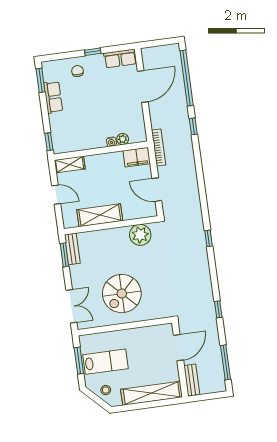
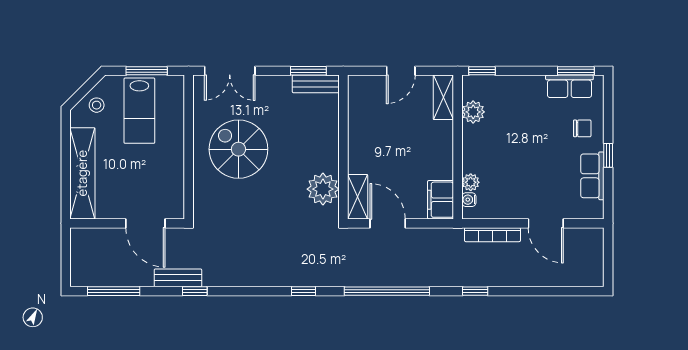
row of seats: (120, 58) -> (592, 176), moved
window: (187, 78) -> (387, 291), moved
door: (143, 86) -> (546, 223), width x0.73
row of seats: (53, 97) -> (569, 86), moved
water cooler: (111, 142) -> (469, 200), moved
plant: (77, 144) -> (473, 112), added
bookcase: (159, 148) -> (492, 235), moved
door: (157, 190) -> (388, 223), hinge flipped
shelving: (100, 215) -> (358, 197), moved, width x0.67, depth x0.75
bench: (192, 380) -> (178, 278), moved

